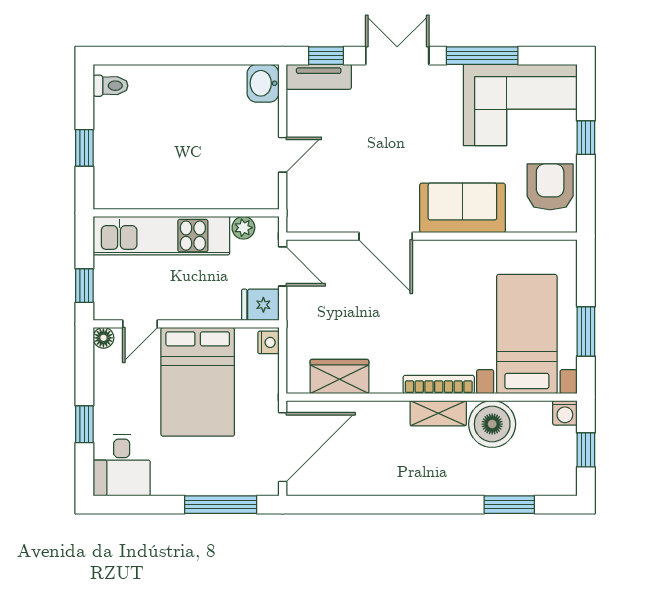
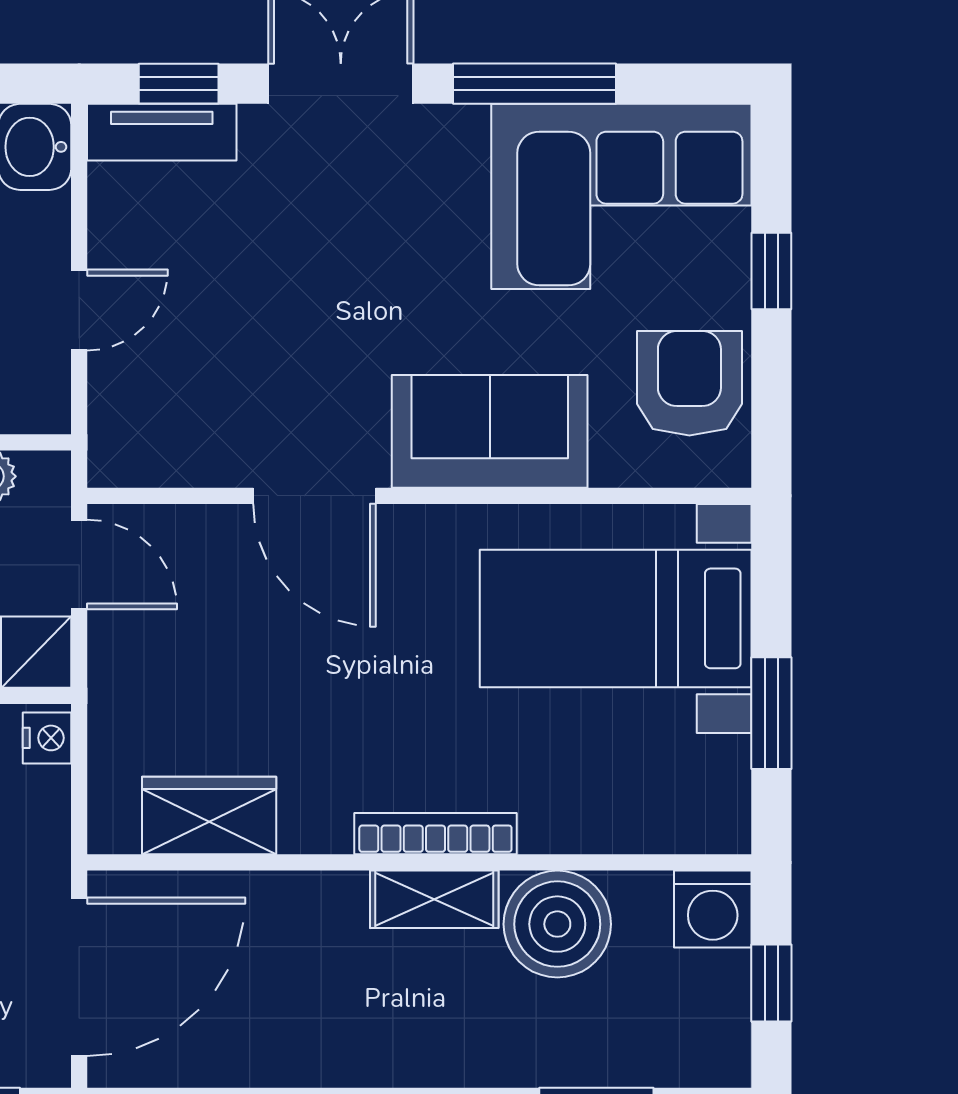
bed with nightstands: (527, 334) -> (616, 618), moved, turned -90
washing machine: (565, 413) -> (713, 909), width x1.38, depth x1.38

